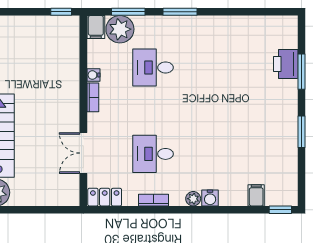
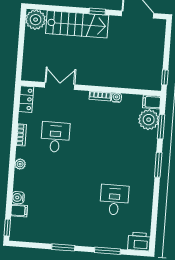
printer: (286, 64) -> (139, 241), moved
desk: (153, 67) -> (114, 200), moved
water cooler: (210, 198) -> (18, 198), moved

